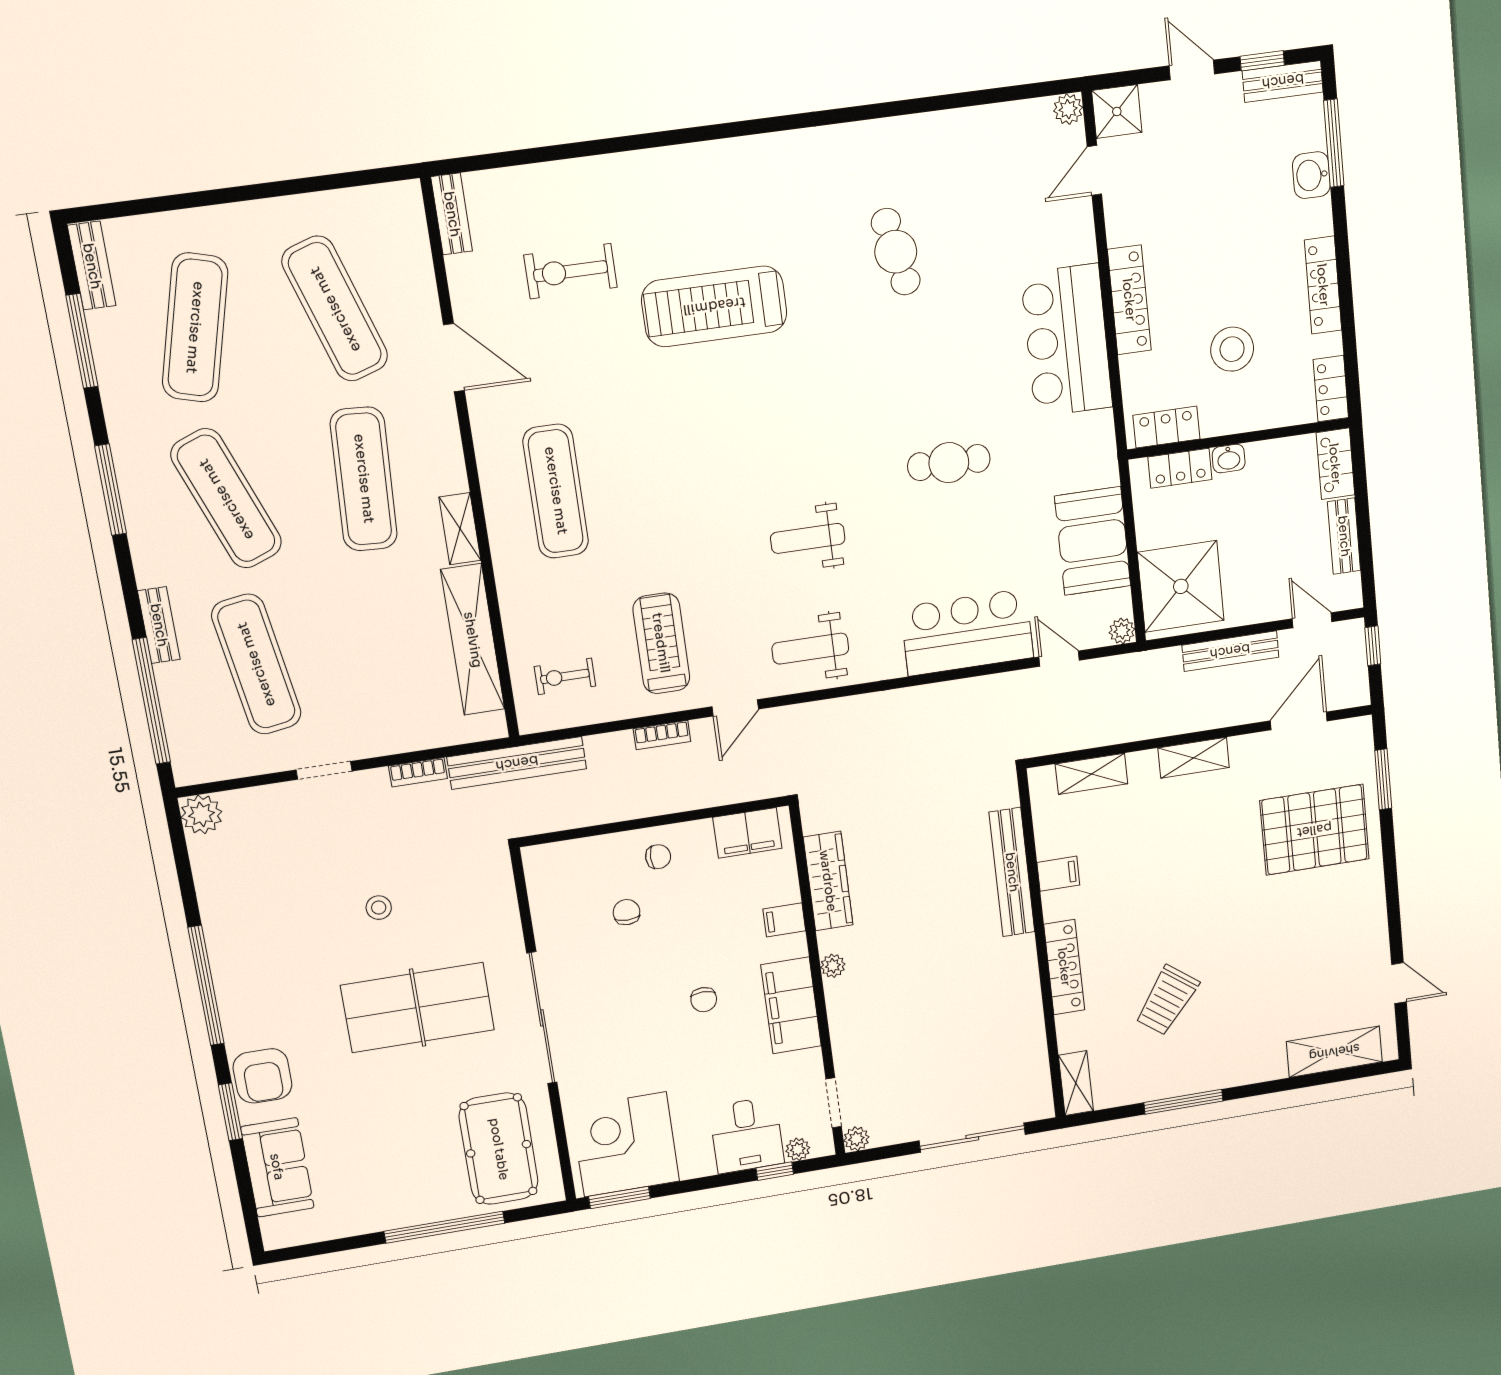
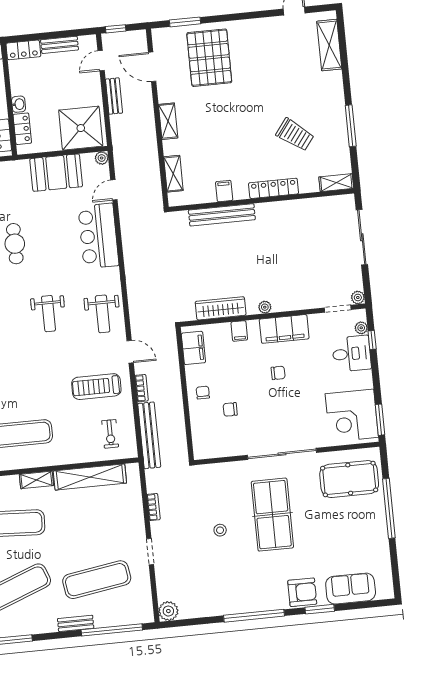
bench: (1230, 651) -> (114, 96), width x0.73
bench: (517, 763) -> (149, 435), moved

